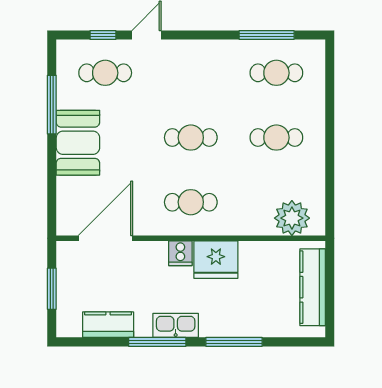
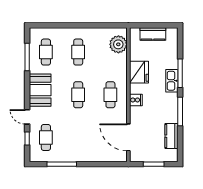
booth: (78, 143) -> (40, 90), moved, turned 90
fridge: (216, 260) -> (139, 72), moved
kitchen counter: (313, 287) -> (153, 34), width x0.67
kitchen sink: (176, 325) -> (172, 81), moved

